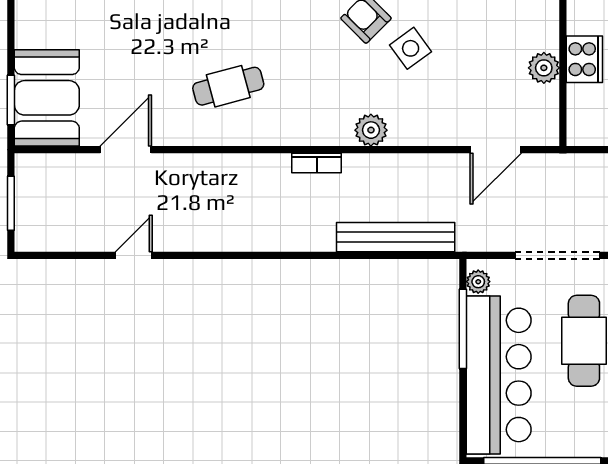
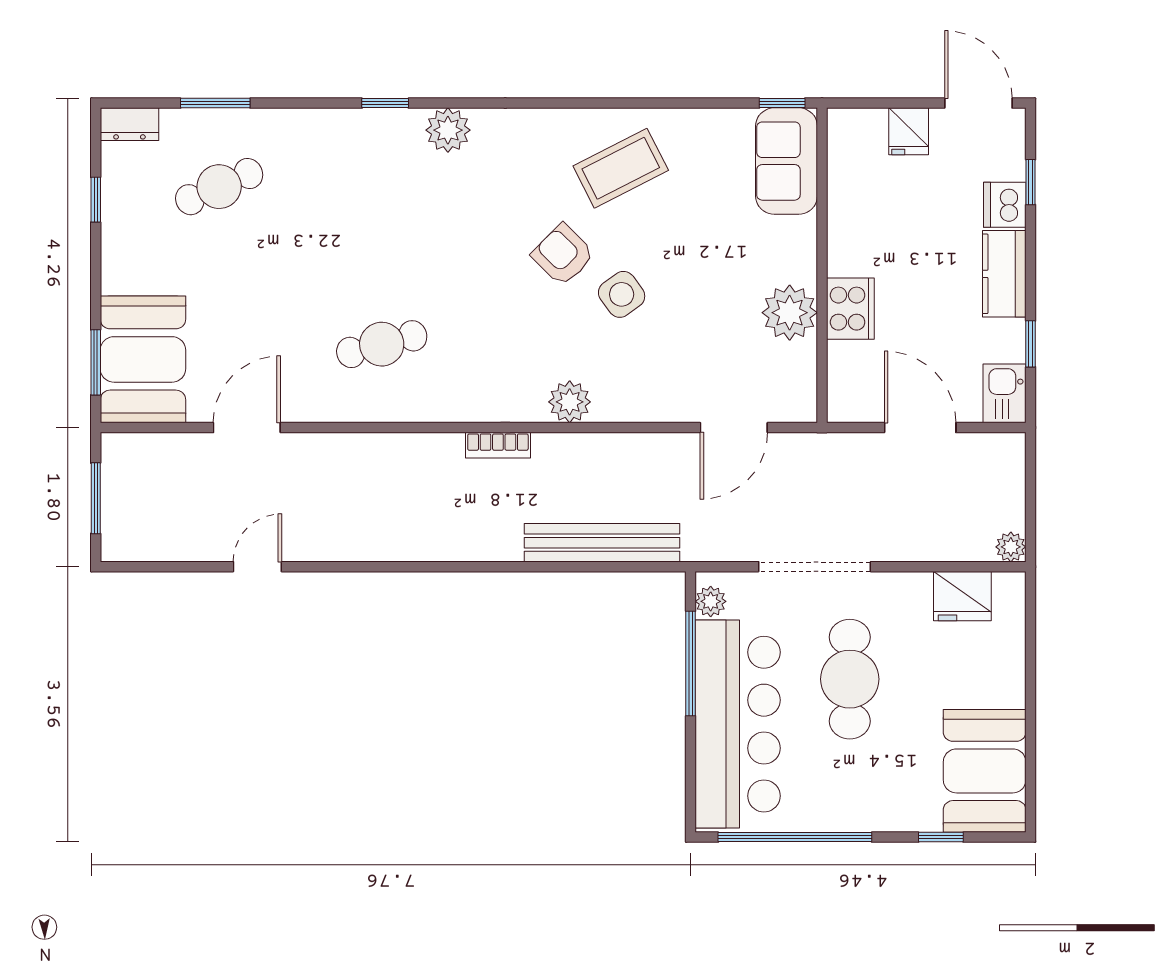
plant: (544, 68) -> (790, 313), width x1.36, depth x1.36

